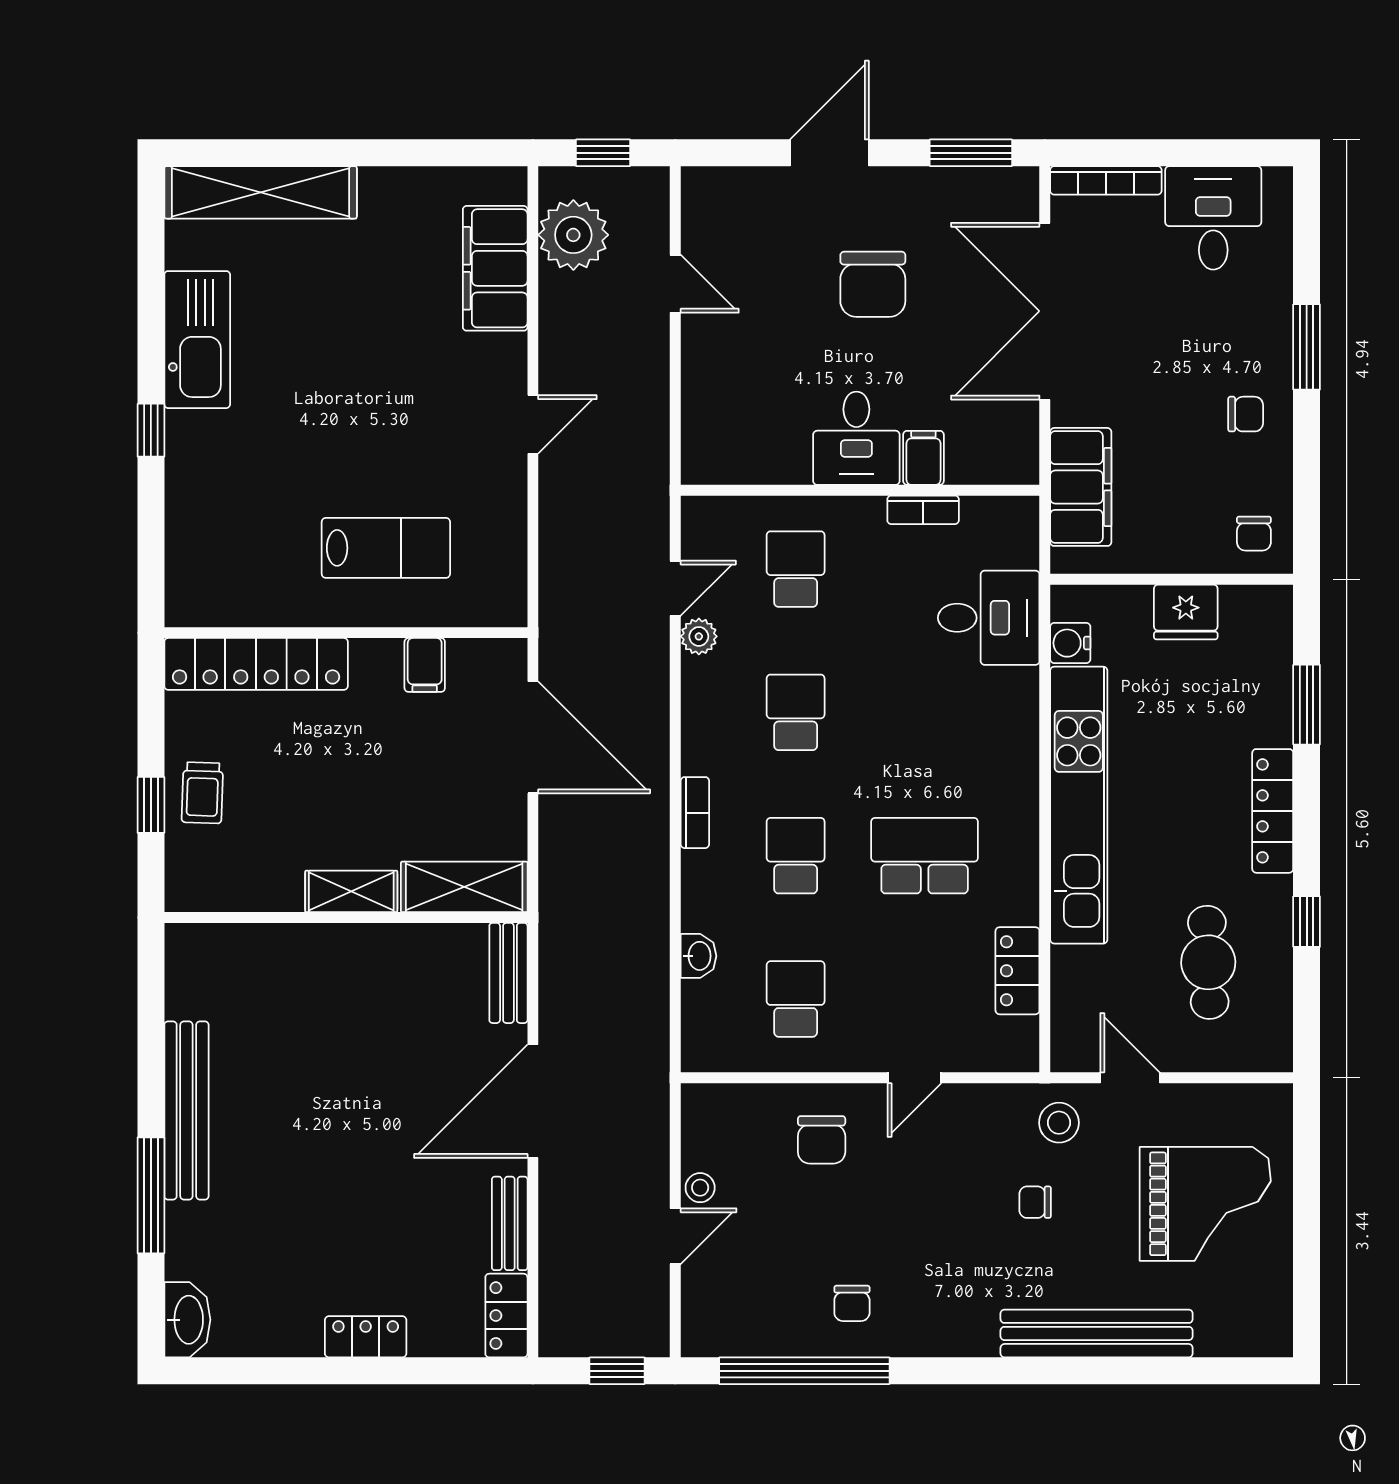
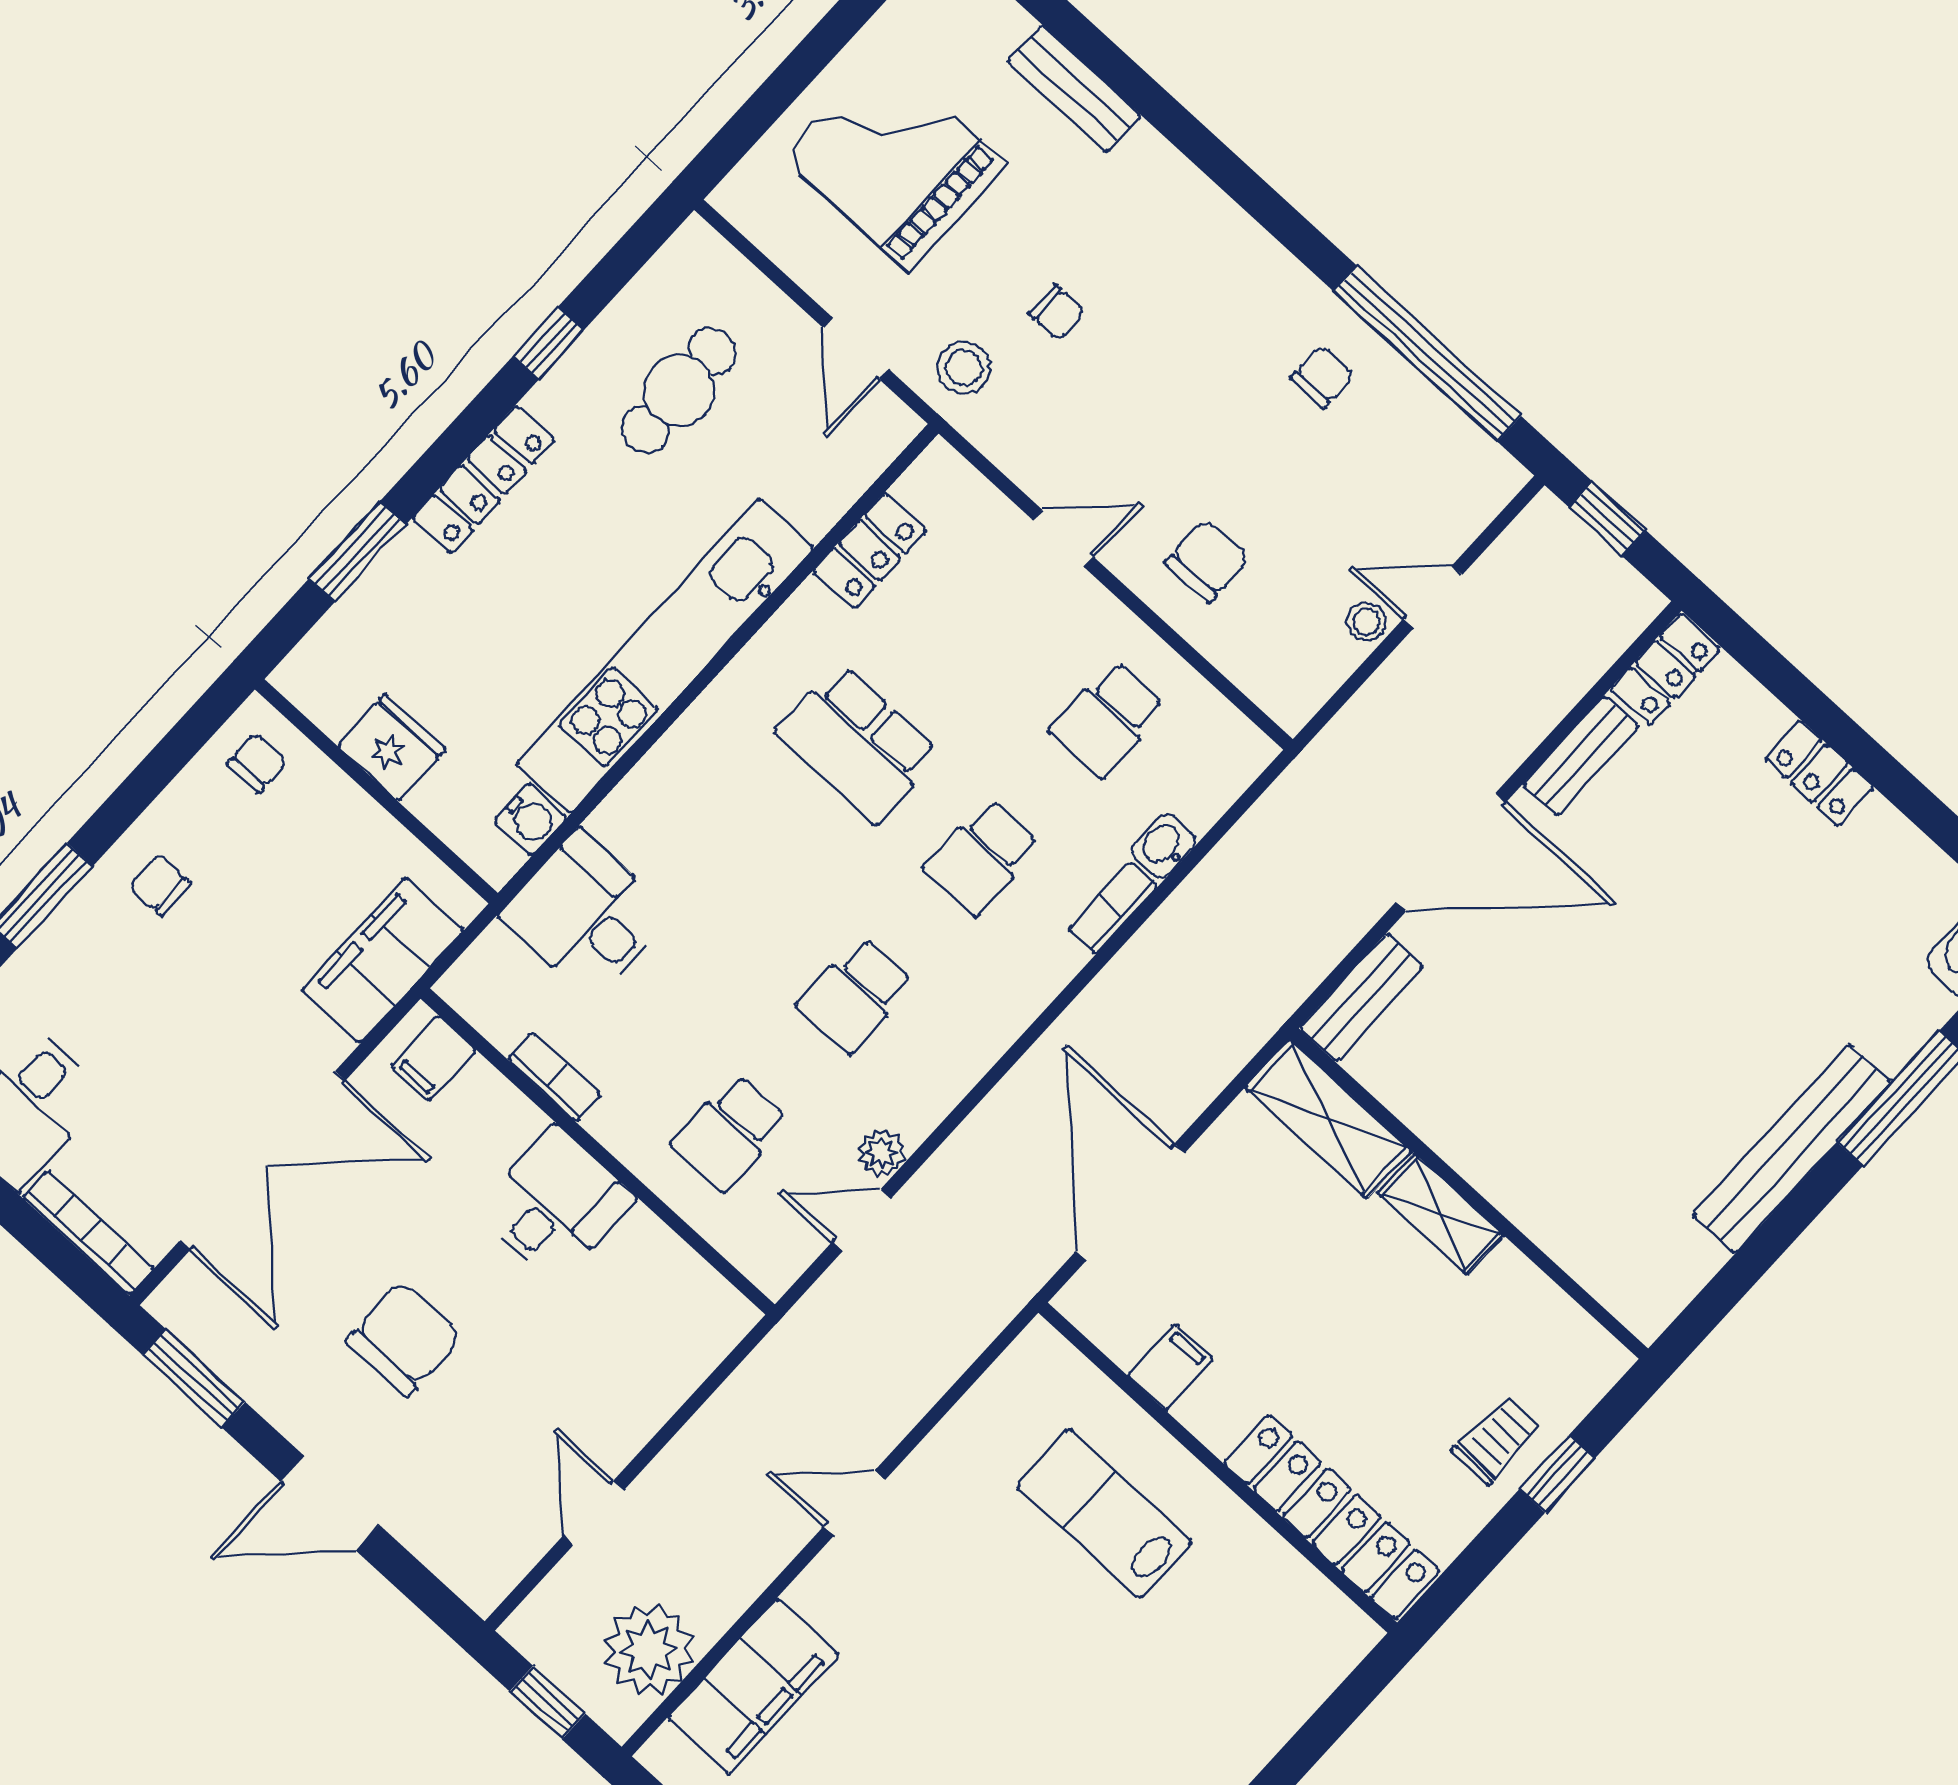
filing cabinet: (923, 458) -> (433, 1058), moved
bookcase: (695, 813) -> (1113, 908), moved
bench: (1097, 1333) -> (1074, 89), width x0.54, depth x0.82

